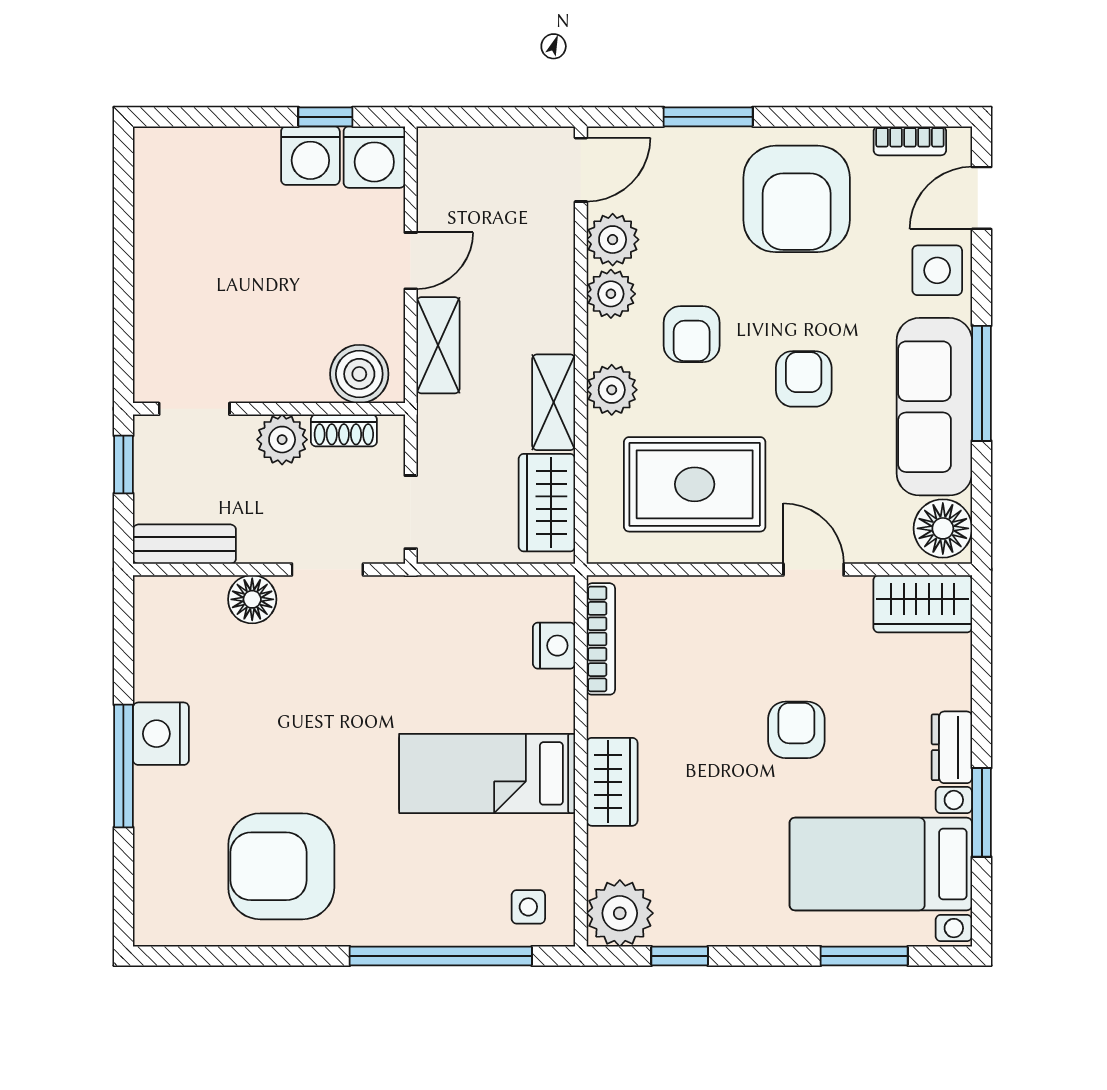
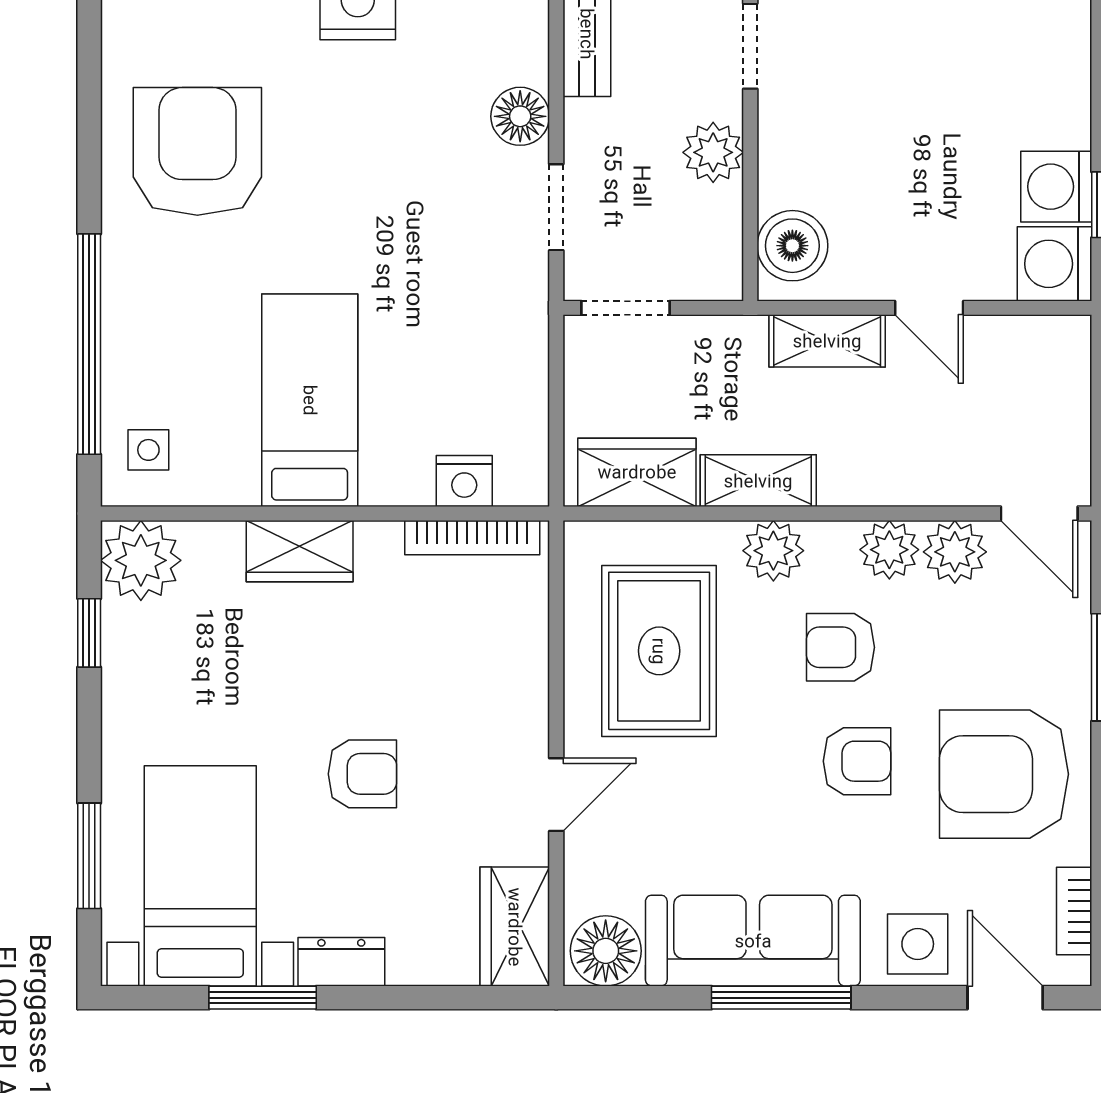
armchair: (804, 379) -> (857, 761), moved
shoe rack: (344, 430) -> (724, 227), removed

